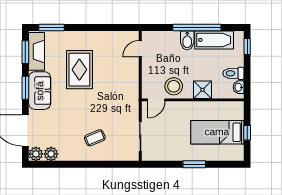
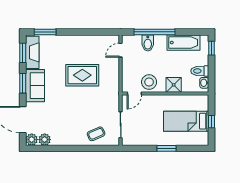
window: (197, 28) -> (155, 32), moved
bidet: (187, 40) -> (148, 43), moved
rug: (79, 70) -> (82, 75), moved, turned 90
coffee table: (95, 138) -> (96, 134), moved

